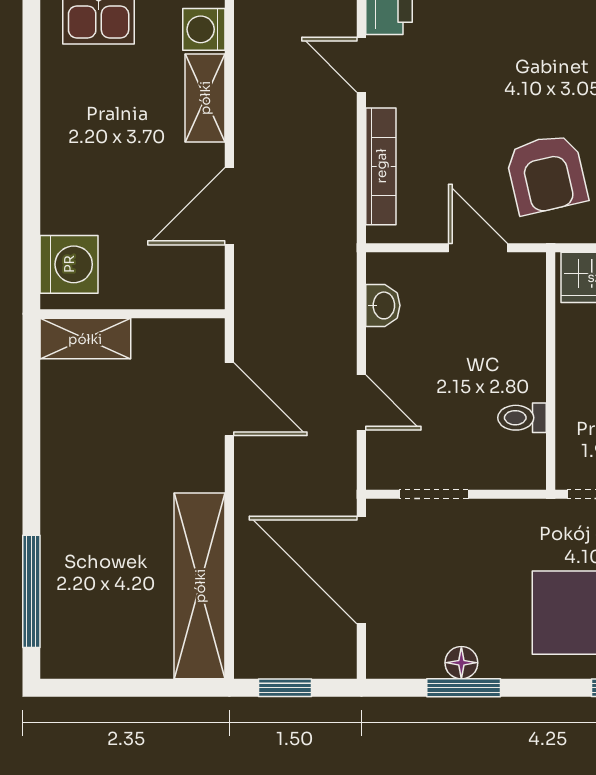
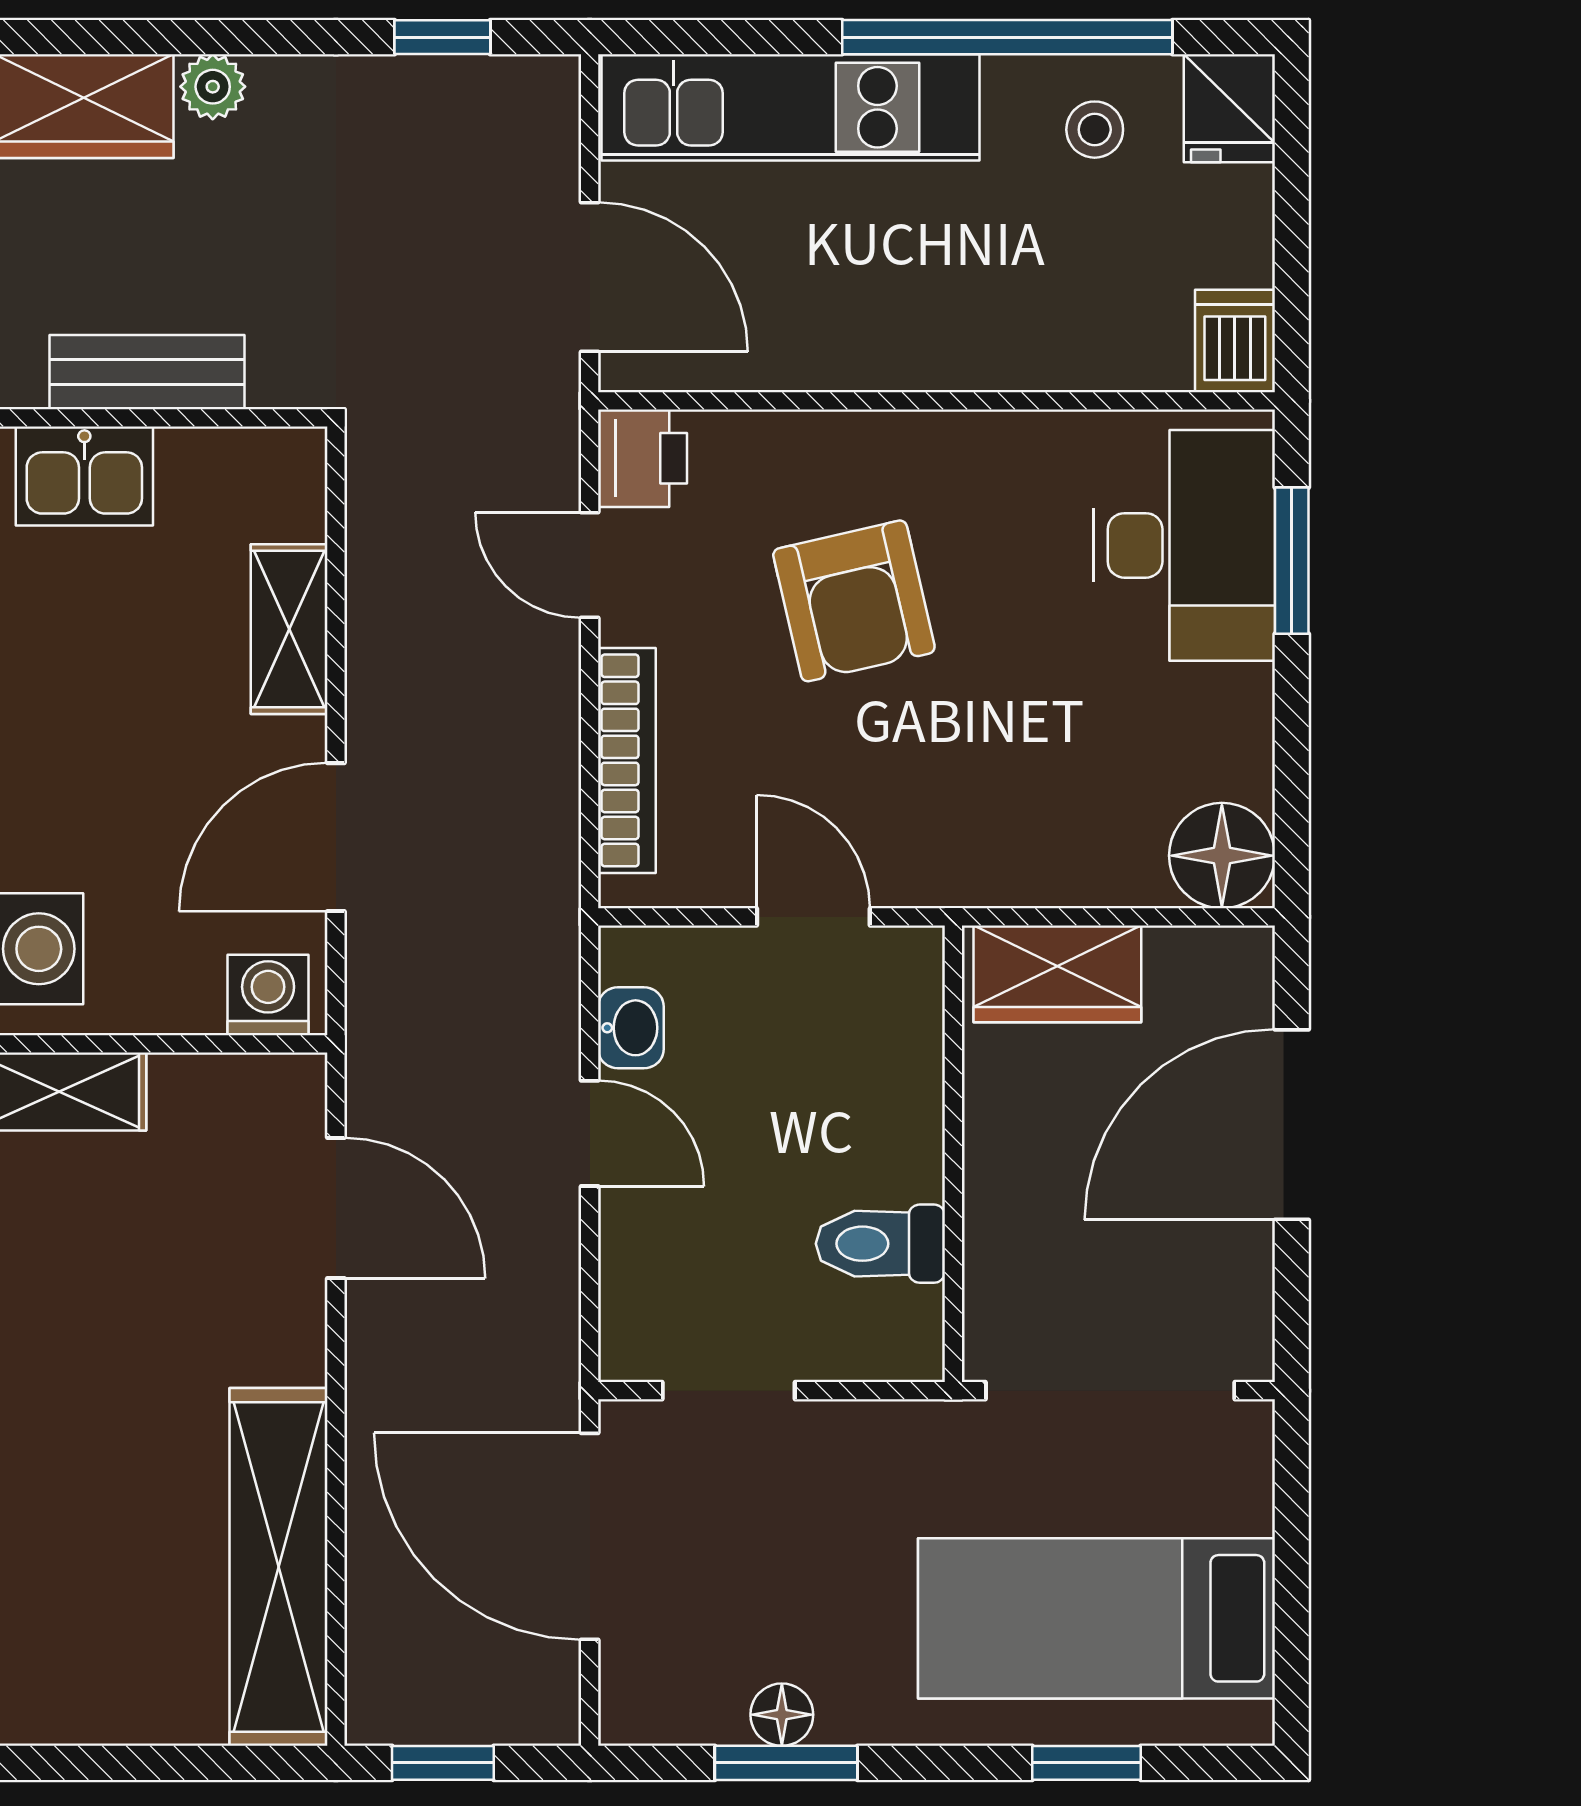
washing machine: (204, 29) -> (268, 995), moved, turned 90
armchair: (546, 174) -> (854, 601), moved
door: (361, 402) -> (590, 1133), moved
toilet: (522, 418) -> (880, 1244), width x1.37, depth x1.39

